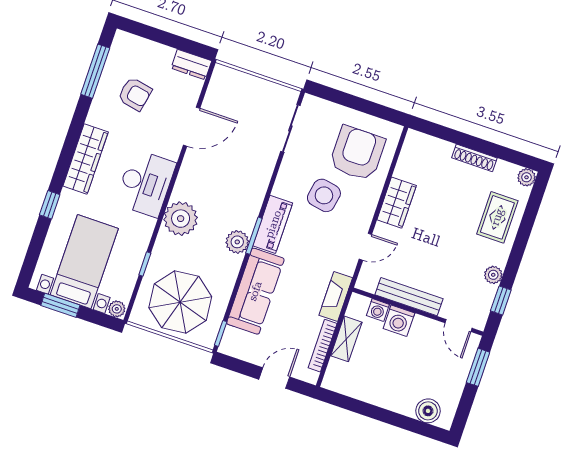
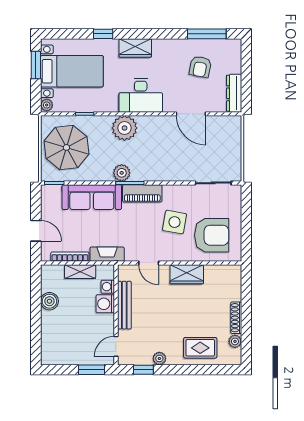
dresser: (191, 65) -> (234, 93), width x1.44
wardrobe: (86, 159) -> (135, 48), width x0.67
plant: (526, 177) -> (235, 341), moved
boiler: (428, 411) -> (49, 301), moved

